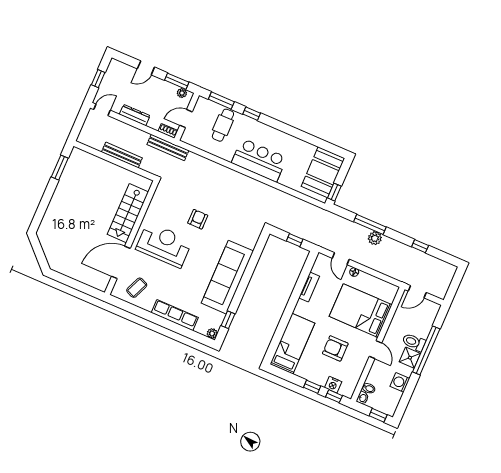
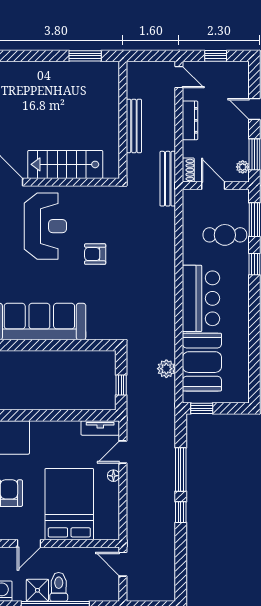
booth: (323, 172) -> (202, 362), moved, turned 90
armchair: (198, 219) -> (95, 254), turned 180
plant: (375, 238) -> (166, 369), moved
window: (420, 246) -> (181, 512), moved
tv unit: (309, 287) -> (100, 428), moved

